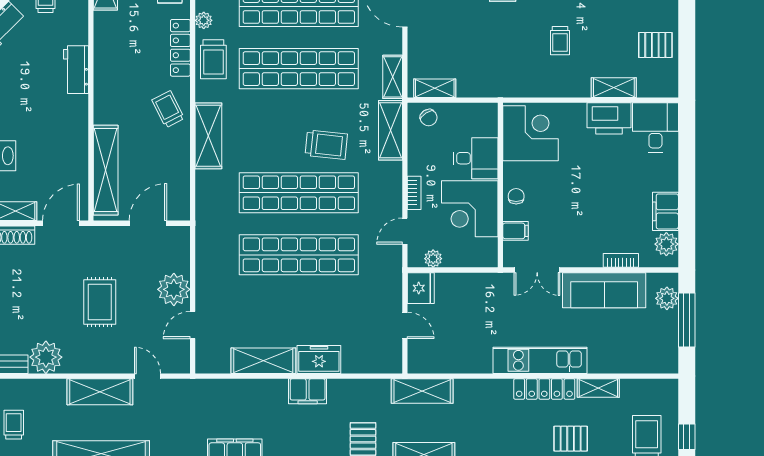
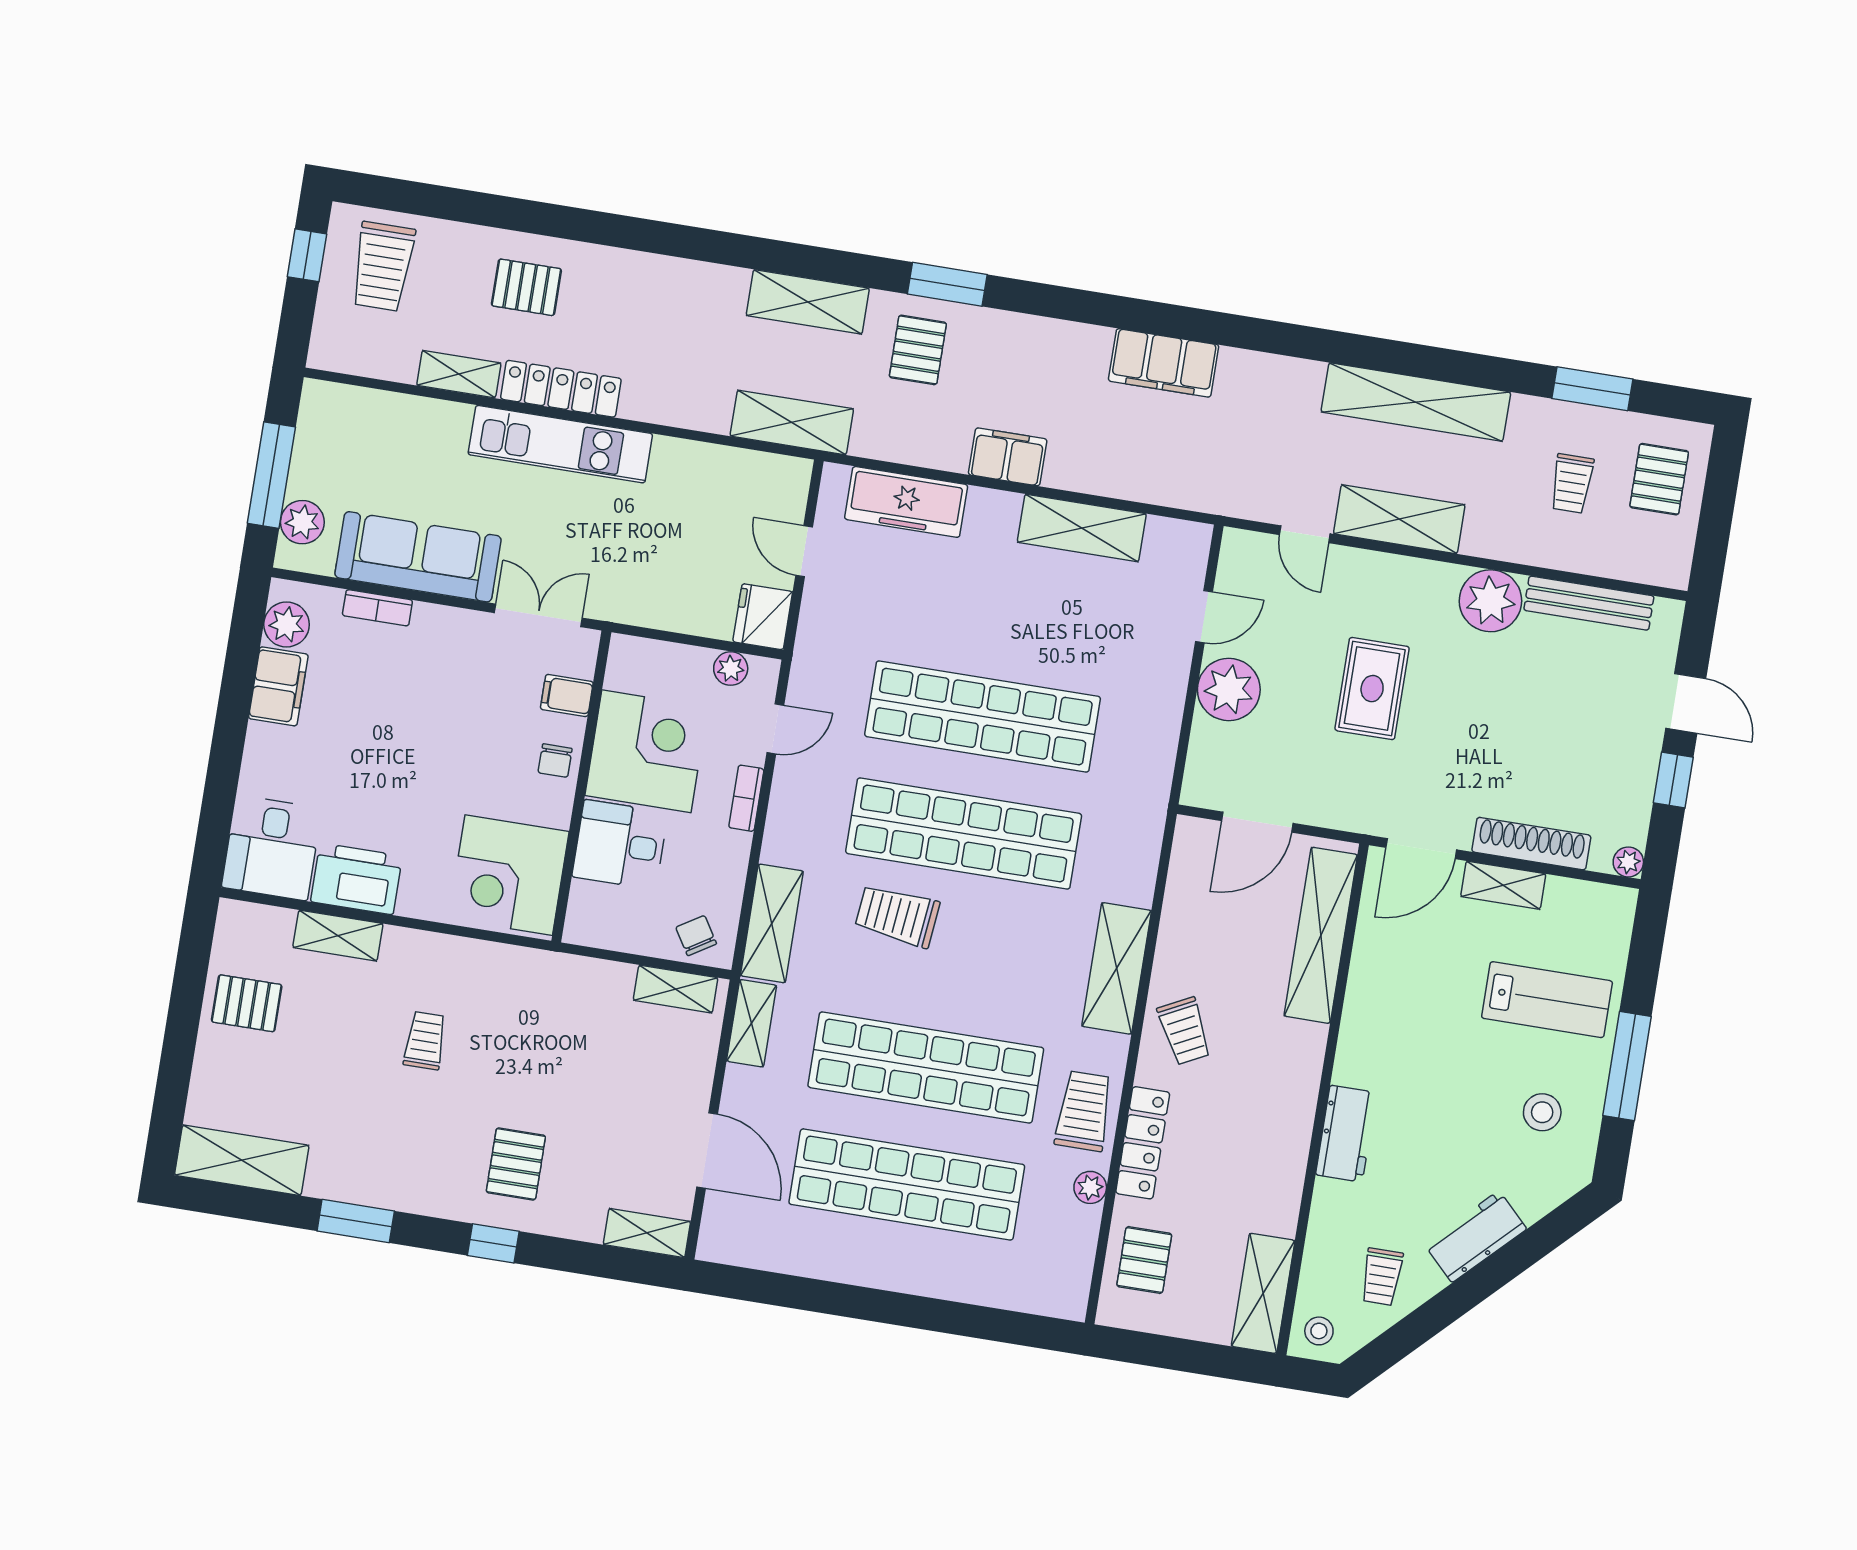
freezer: (319, 359) -> (906, 502), moved, width x1.40

